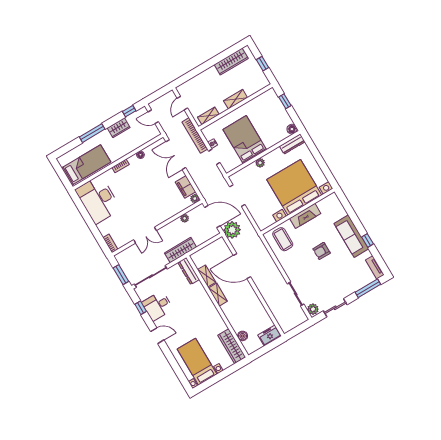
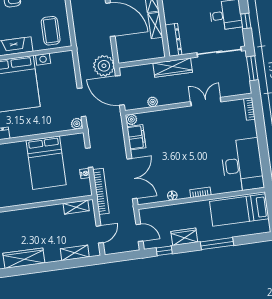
shelving: (236, 99) -> (75, 253), moved
plant: (260, 163) -> (77, 124), moved

